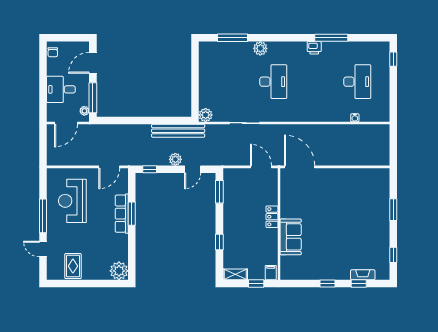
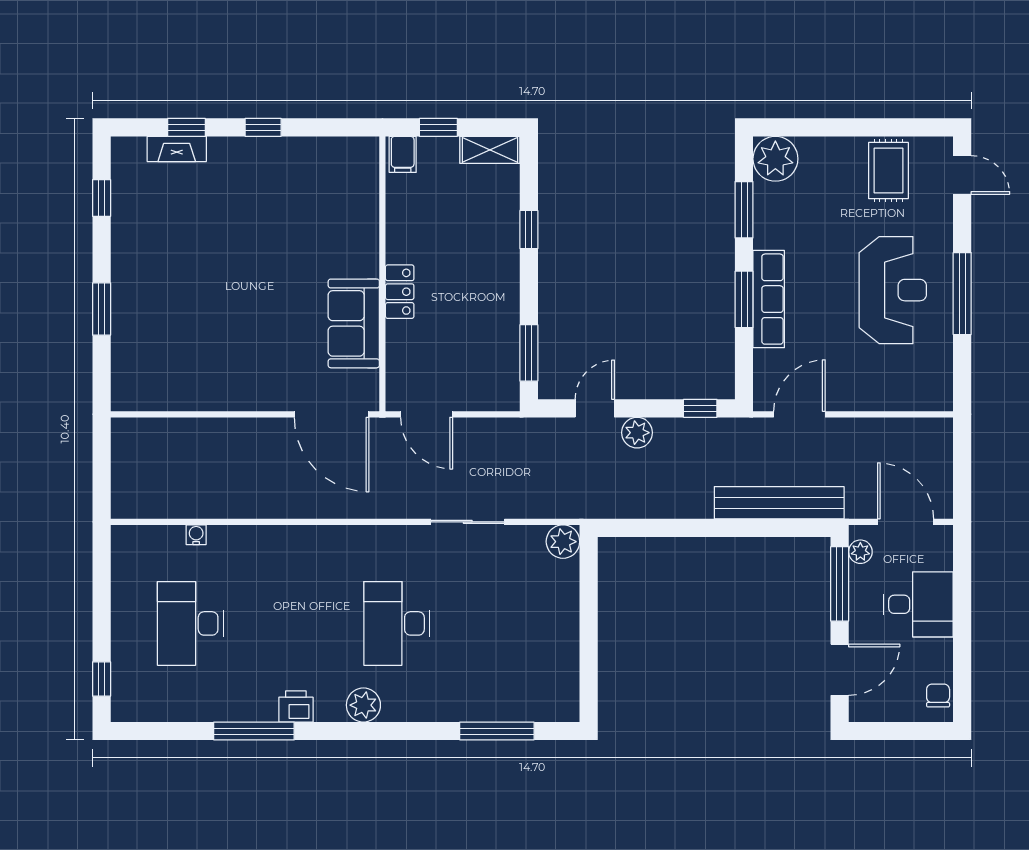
plant: (260, 48) -> (363, 705), moved
door: (66, 123) -> (906, 522), hinge flipped
bench: (178, 131) -> (779, 503), moved
reception desk: (72, 201) -> (893, 290), moved
sofa: (291, 237) -> (354, 323), moved
door: (43, 249) -> (962, 175), moved
window: (132, 250) -> (744, 210), added

